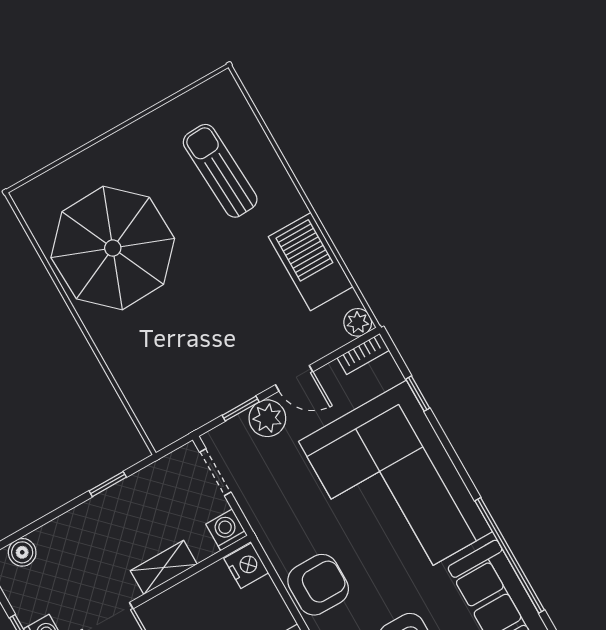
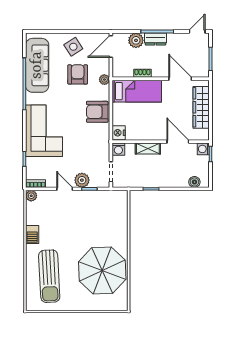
sun lounger: (220, 171) -> (49, 276), width x1.36, depth x1.34
barbecue: (311, 262) -> (32, 234), width x0.53, depth x0.65
corner sofa: (395, 487) -> (44, 131), width x0.73, depth x0.74

